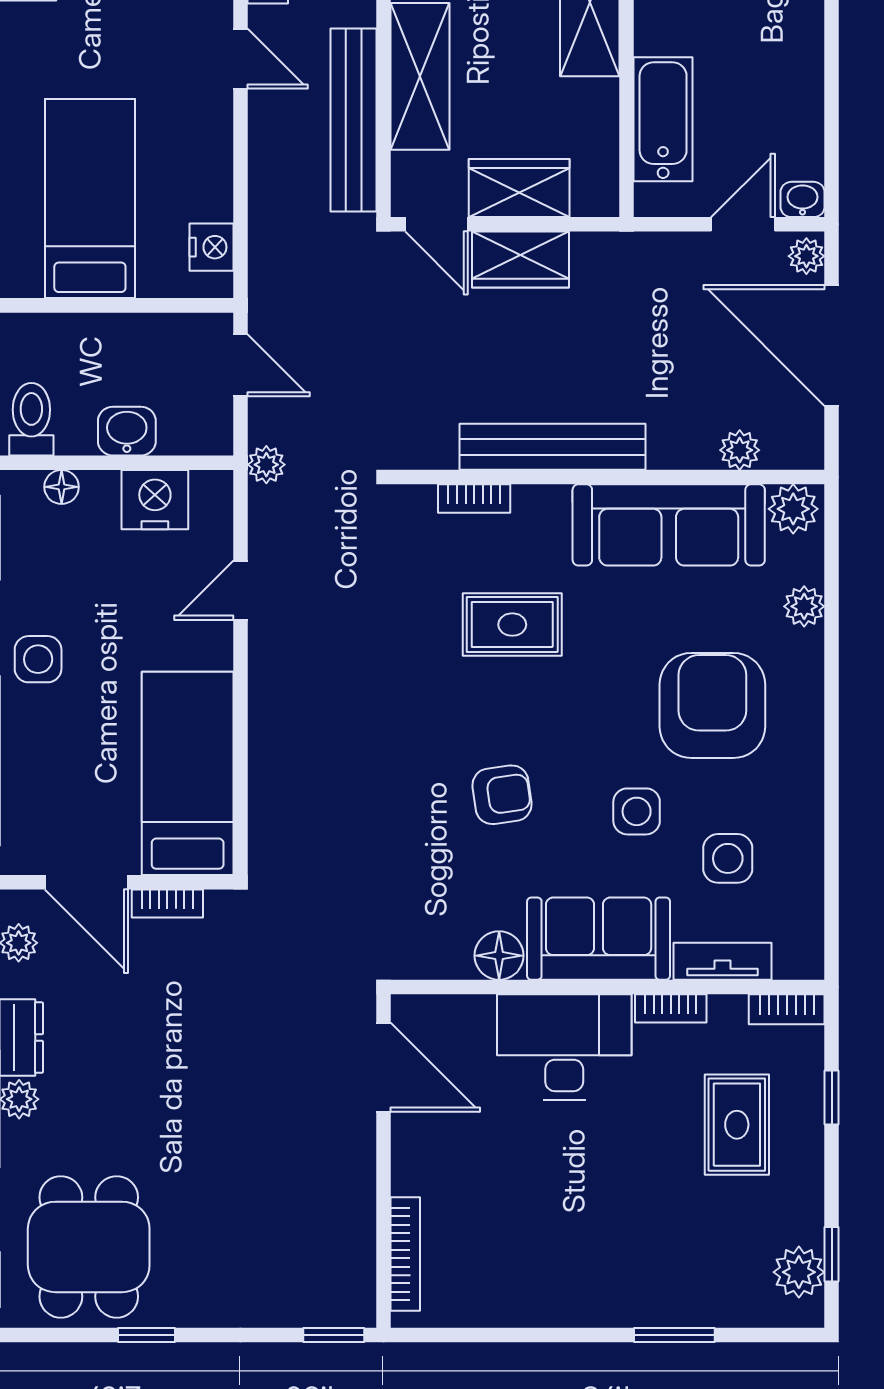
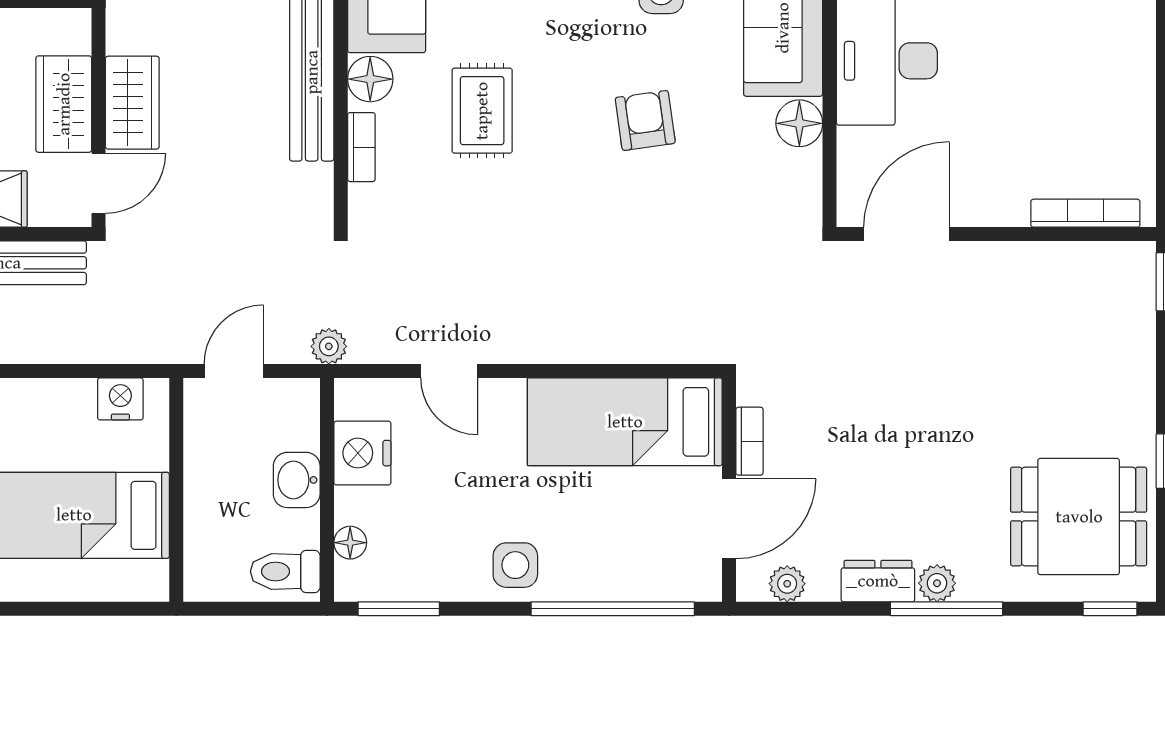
floor lamp: (545, 508) -> (370, 79), added

